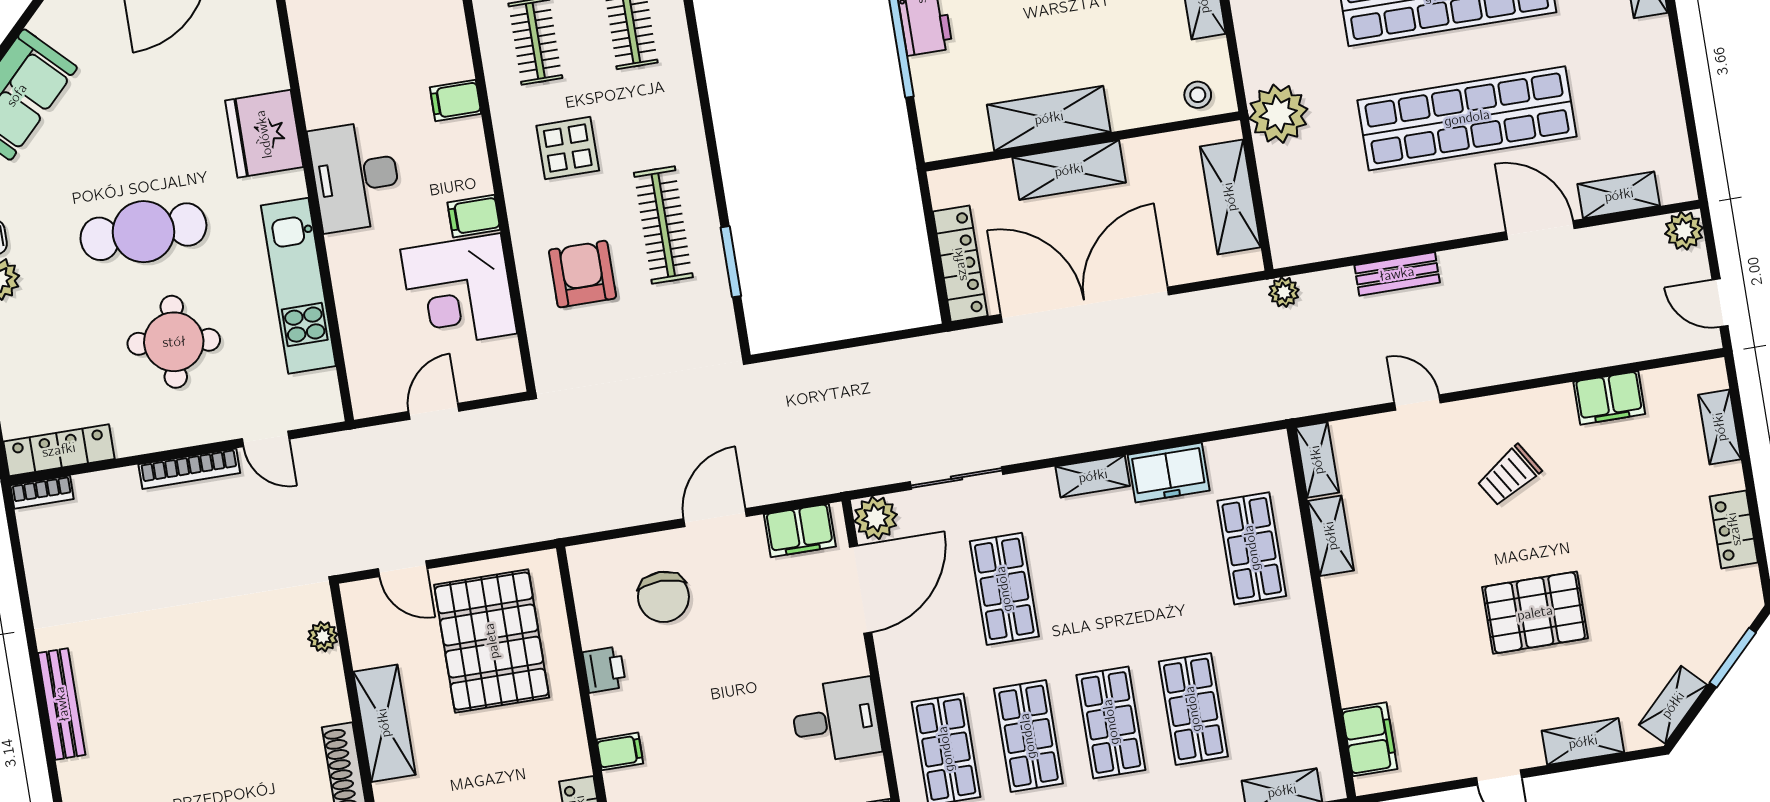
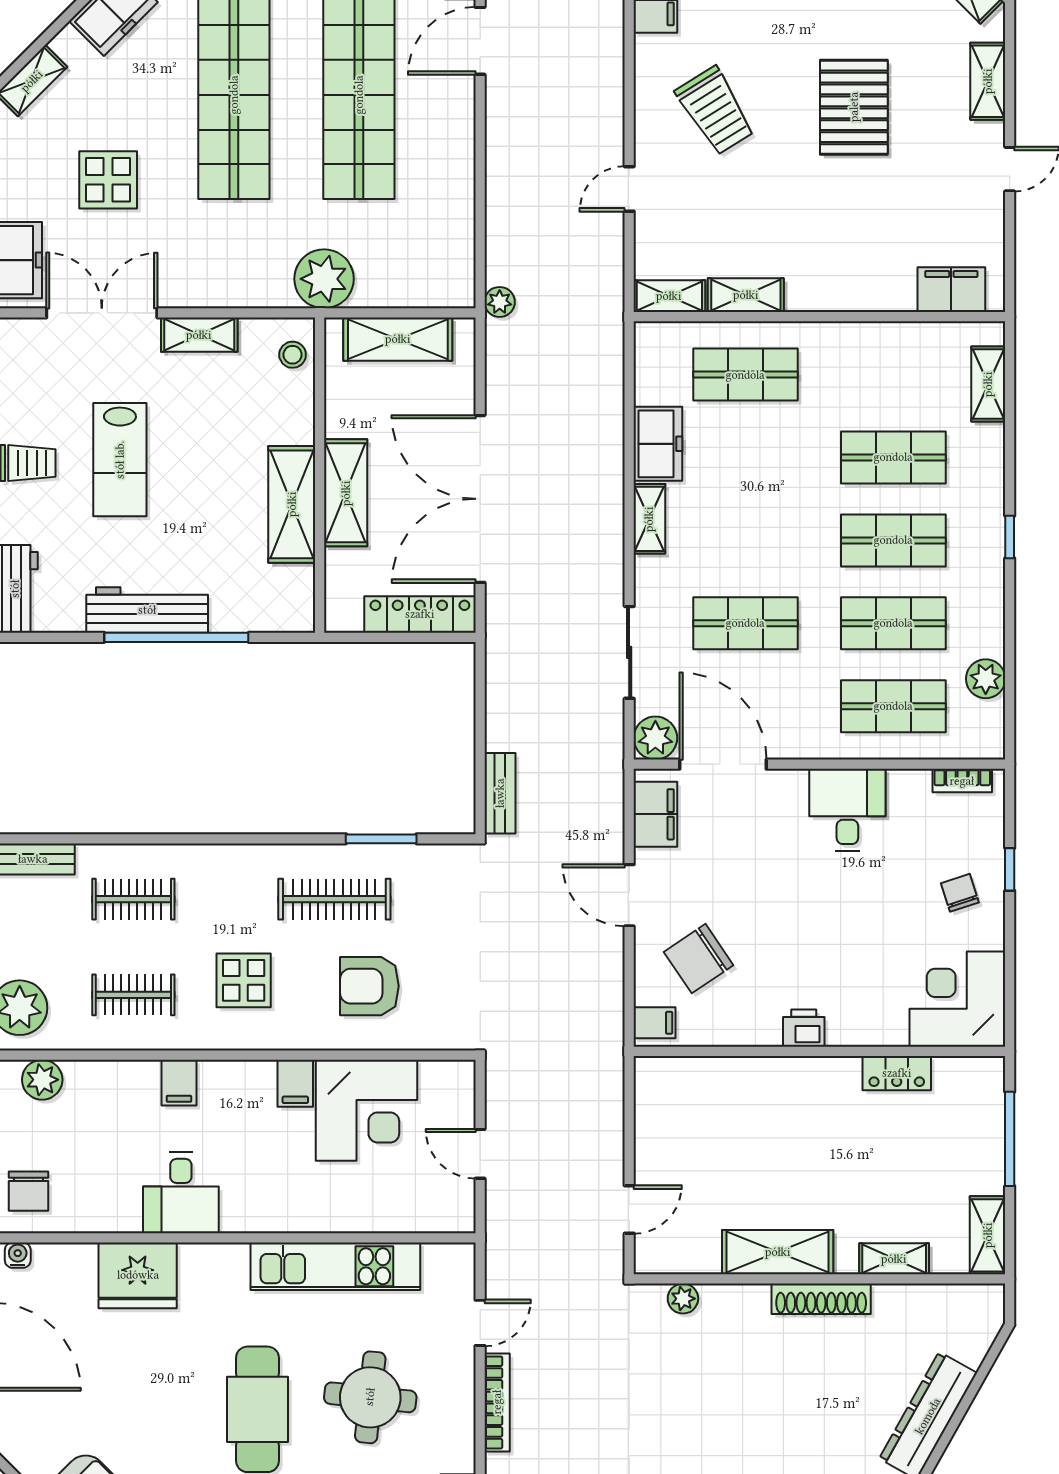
fridge: (264, 134) -> (138, 1275), moved
desk: (355, 176) -> (181, 1193), moved, width x0.73
bench: (1397, 274) -> (500, 793), moved
trolley: (1509, 475) -> (715, 111), width x1.36, depth x1.39
chair: (663, 597) -> (699, 959), turned 146
pallet: (492, 641) -> (714, 1134), removed
printer: (604, 669) -> (804, 1028), moved
filing cabinet: (620, 751) -> (655, 1023), moved, turned 90

